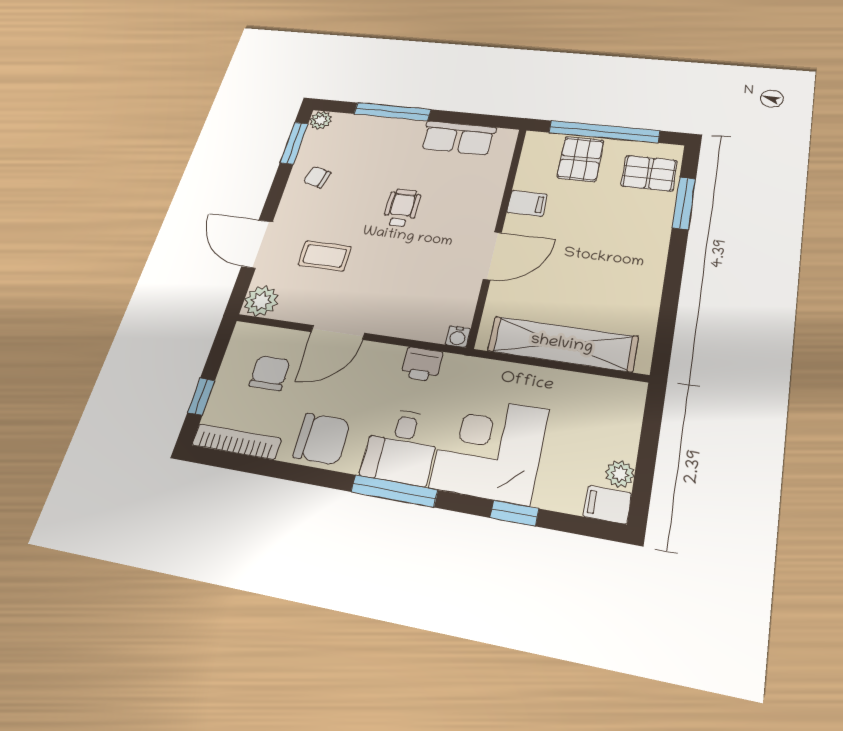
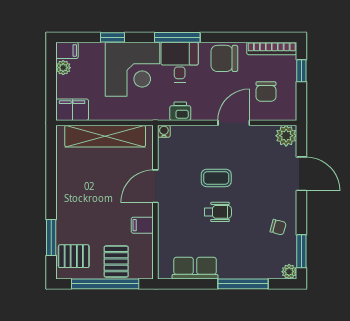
wheelchair: (402, 208) -> (218, 212), turned -90
coffee table: (325, 256) -> (216, 178), moved
filing cabinet: (615, 396) -> (72, 110), added

